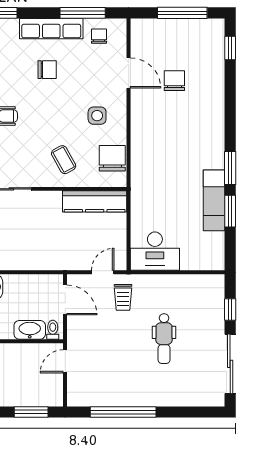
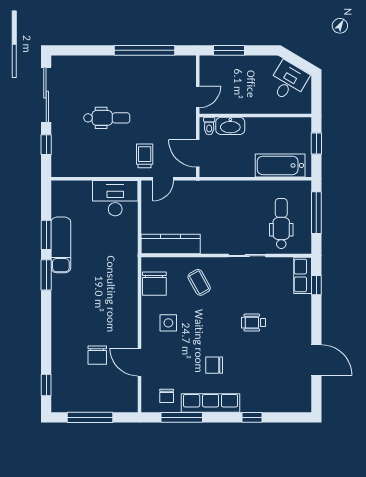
dental chair: (164, 339) -> (107, 118), turned 90

